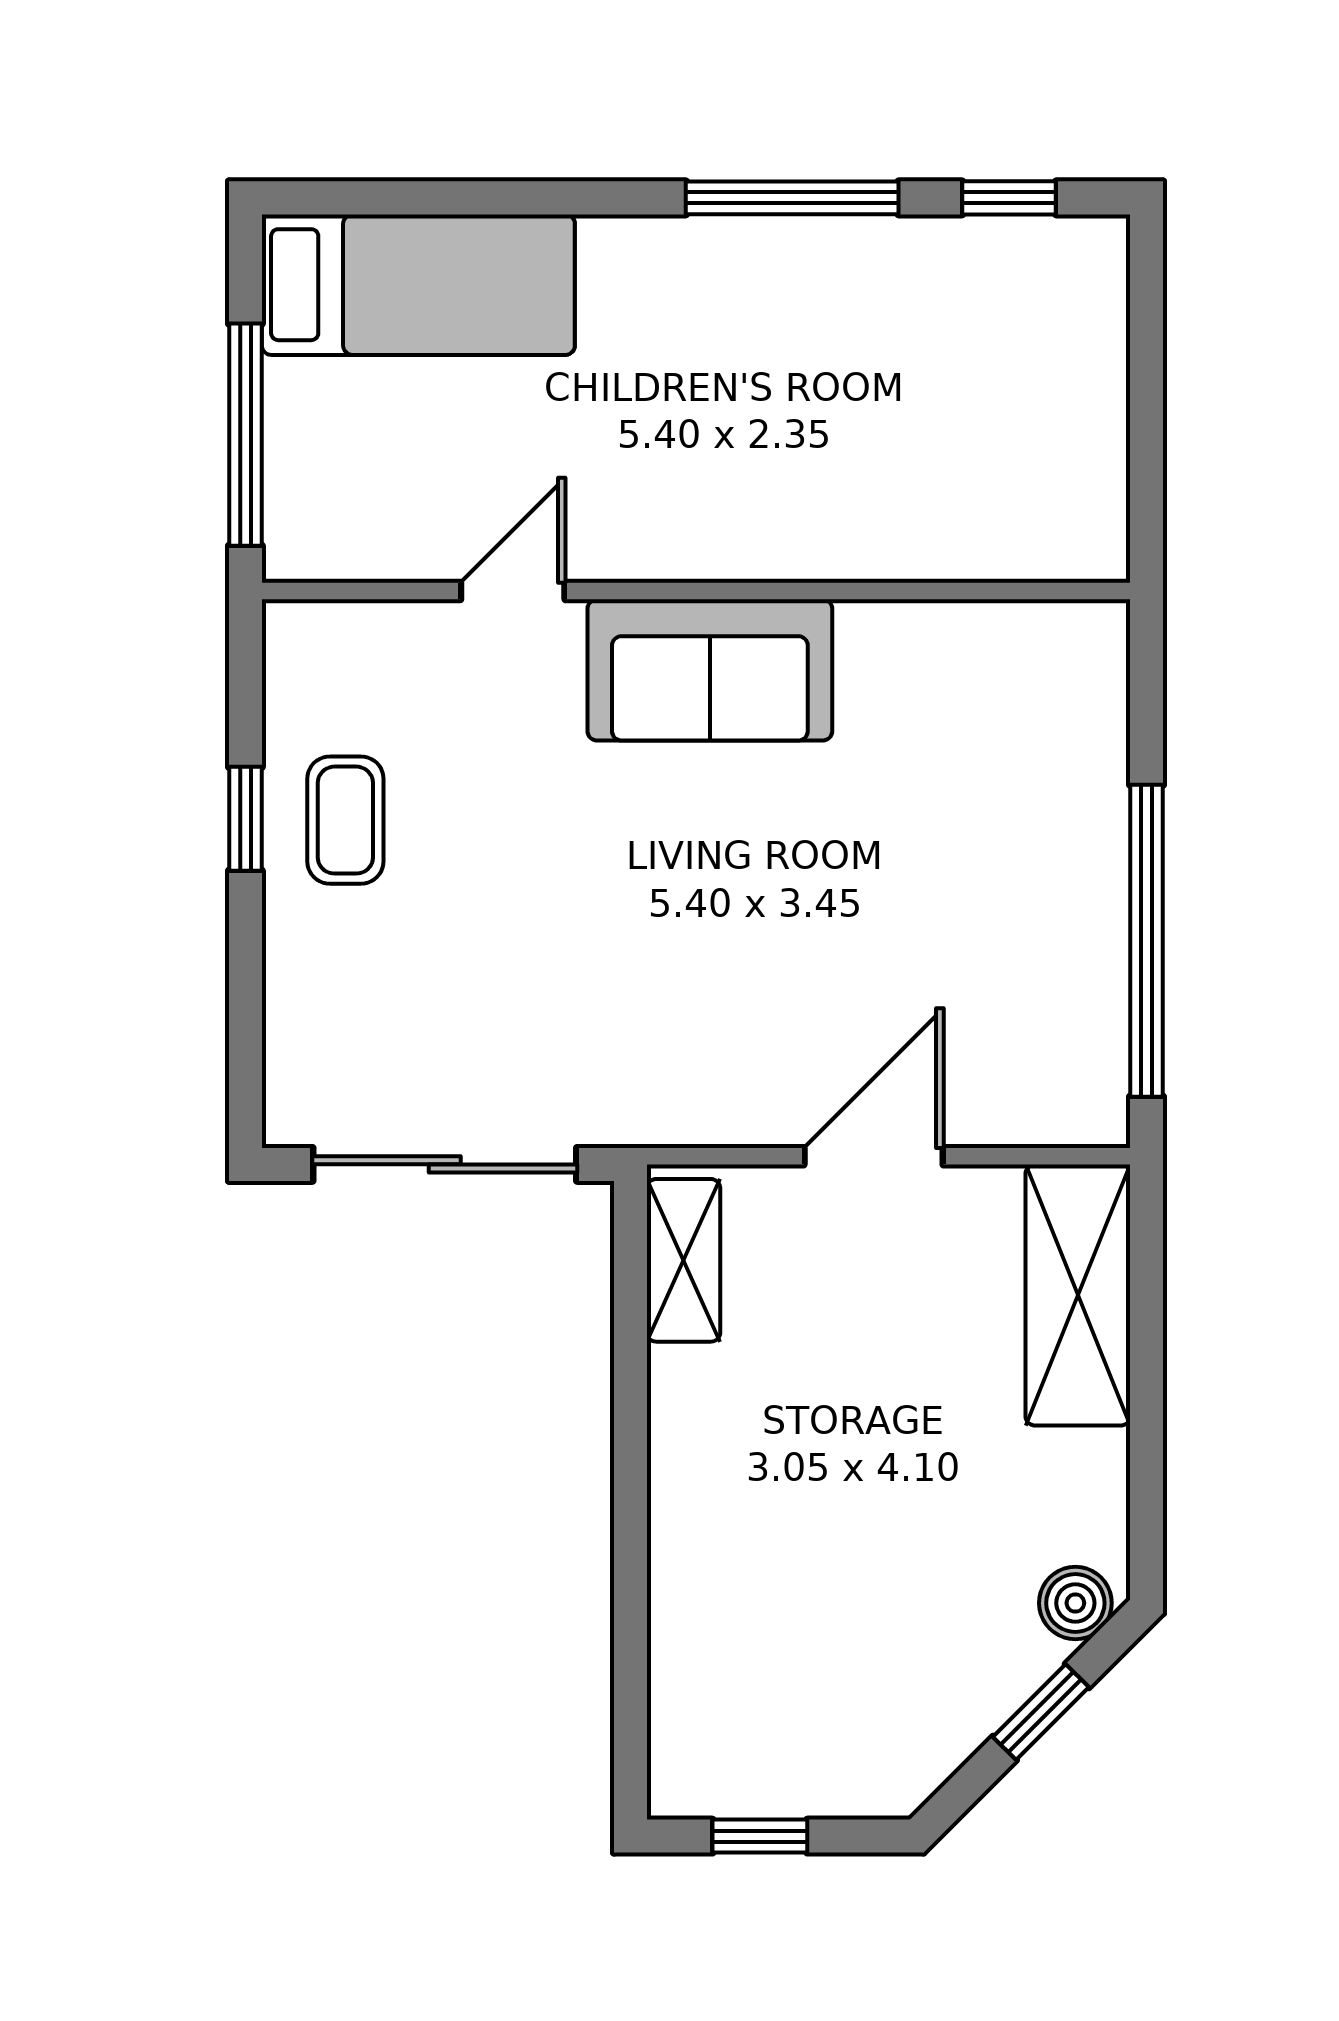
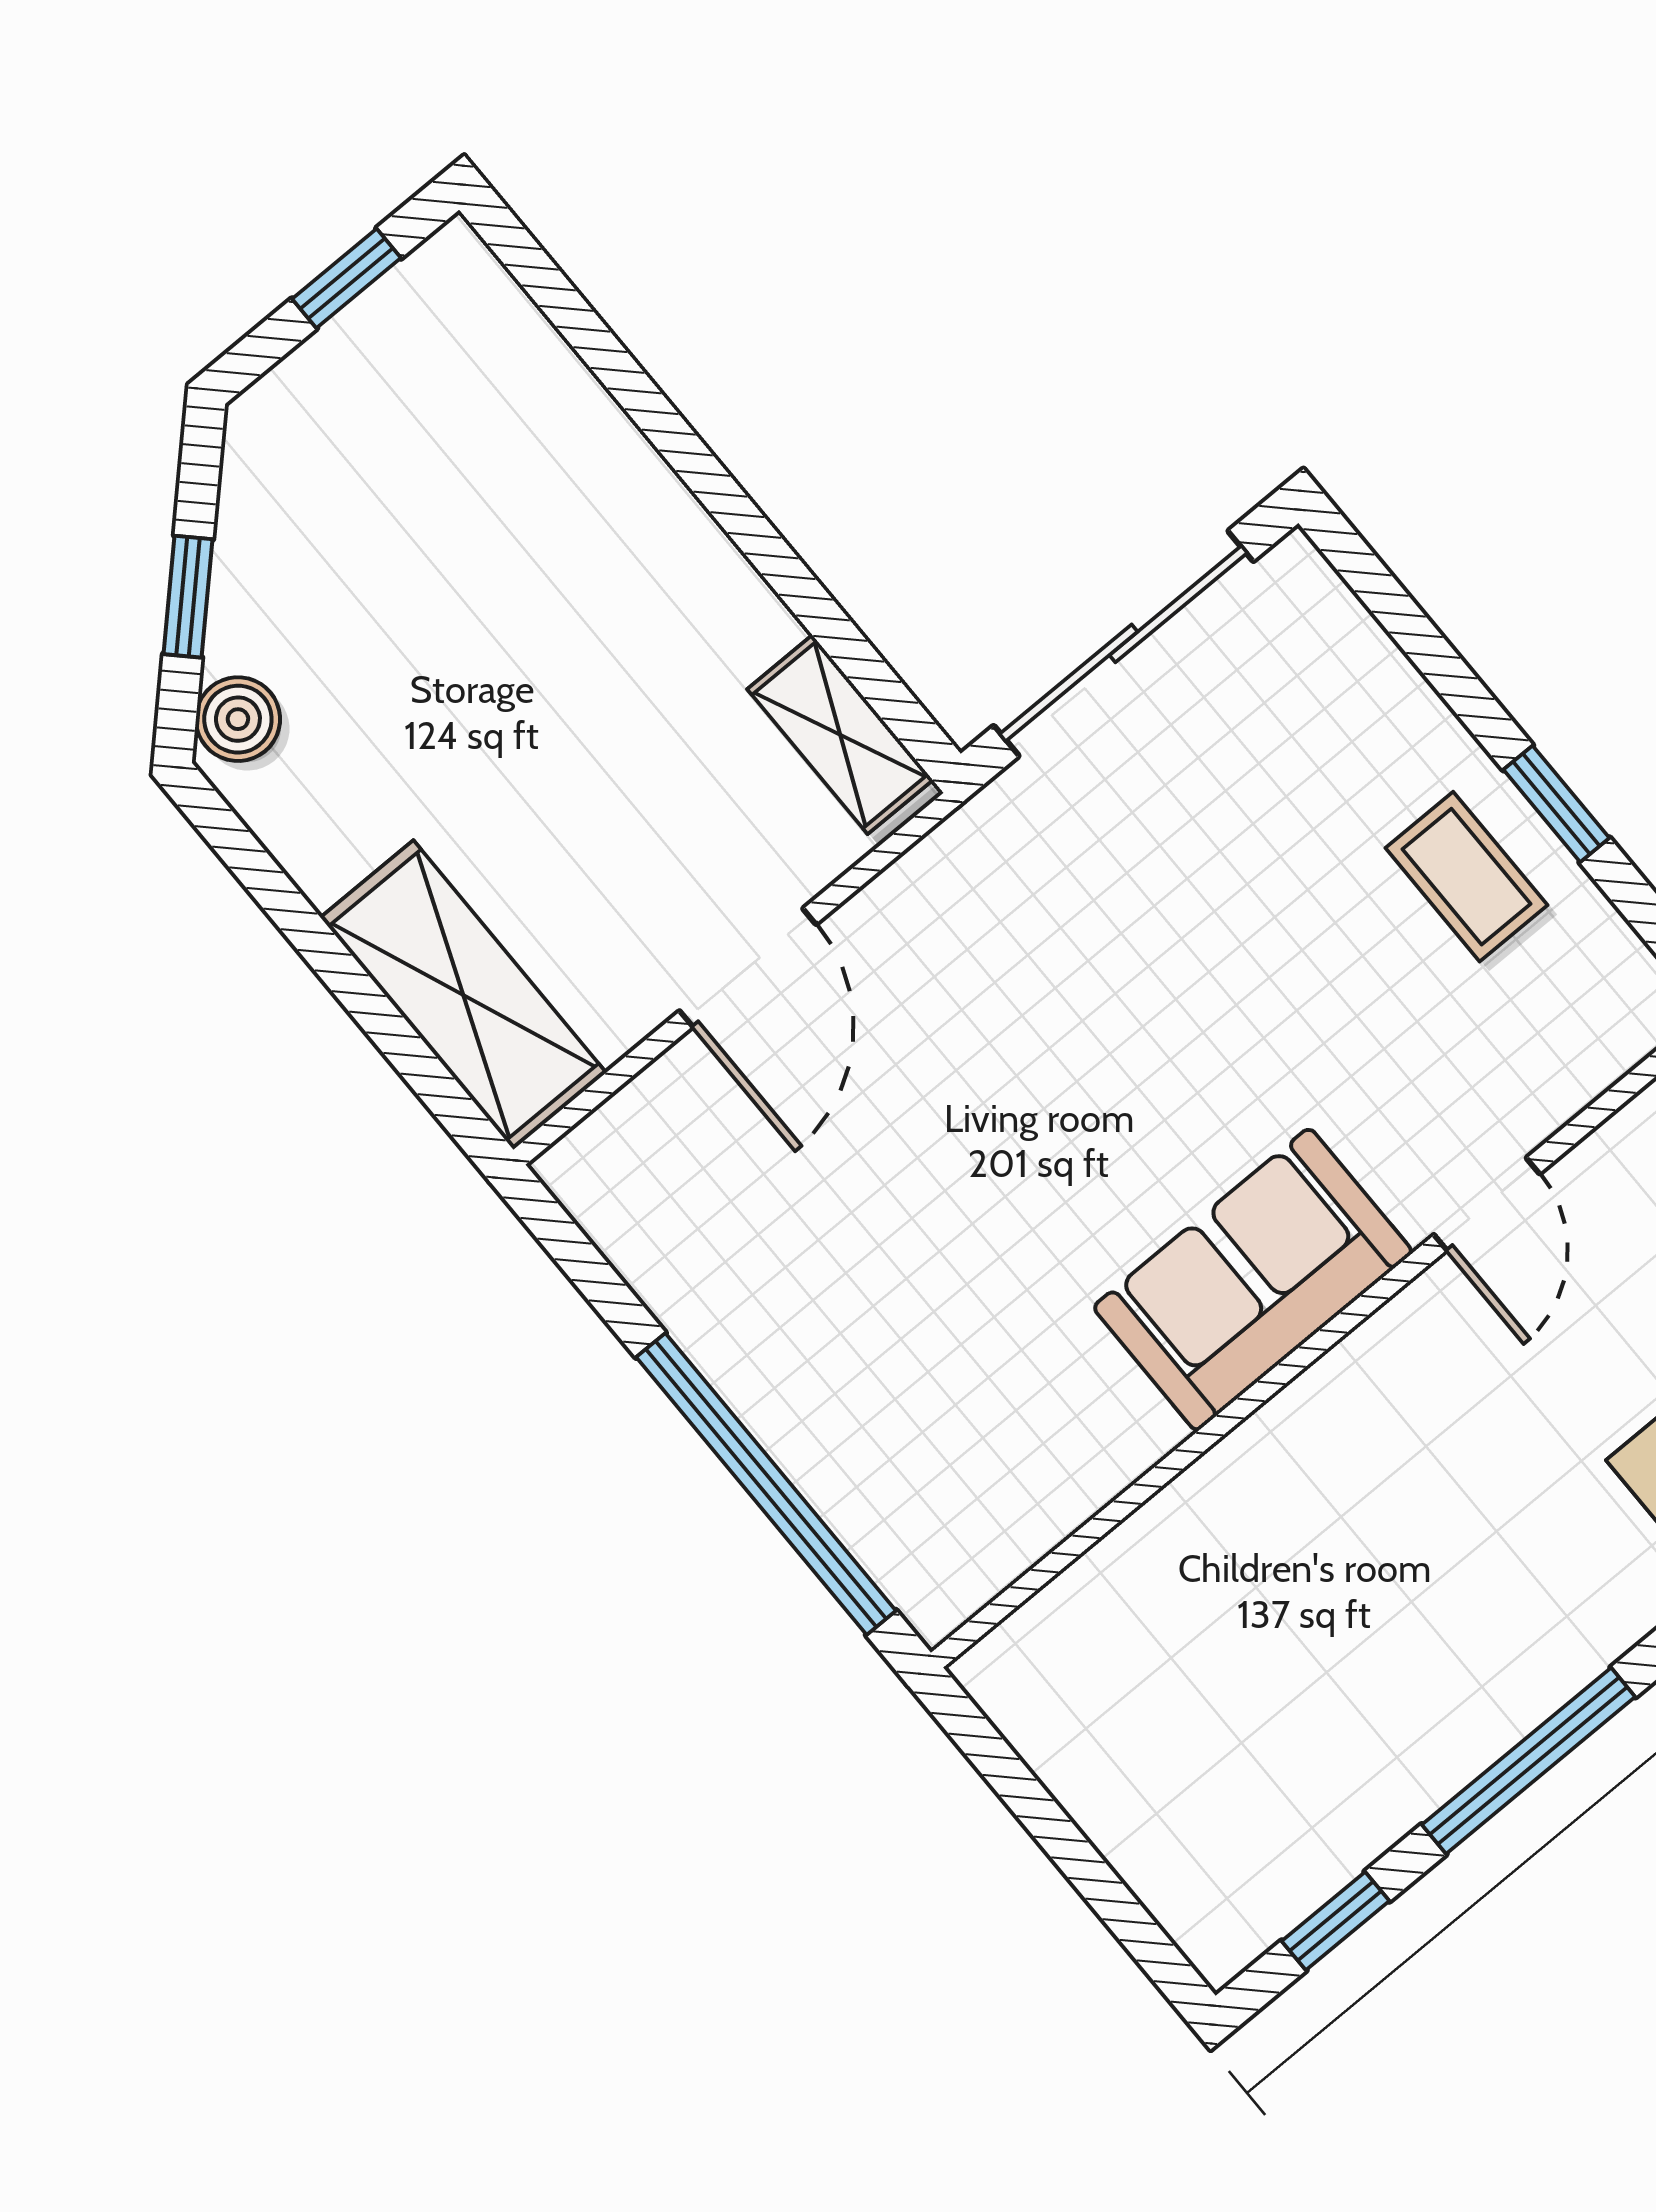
window: (1146, 941) -> (766, 1484), moved

